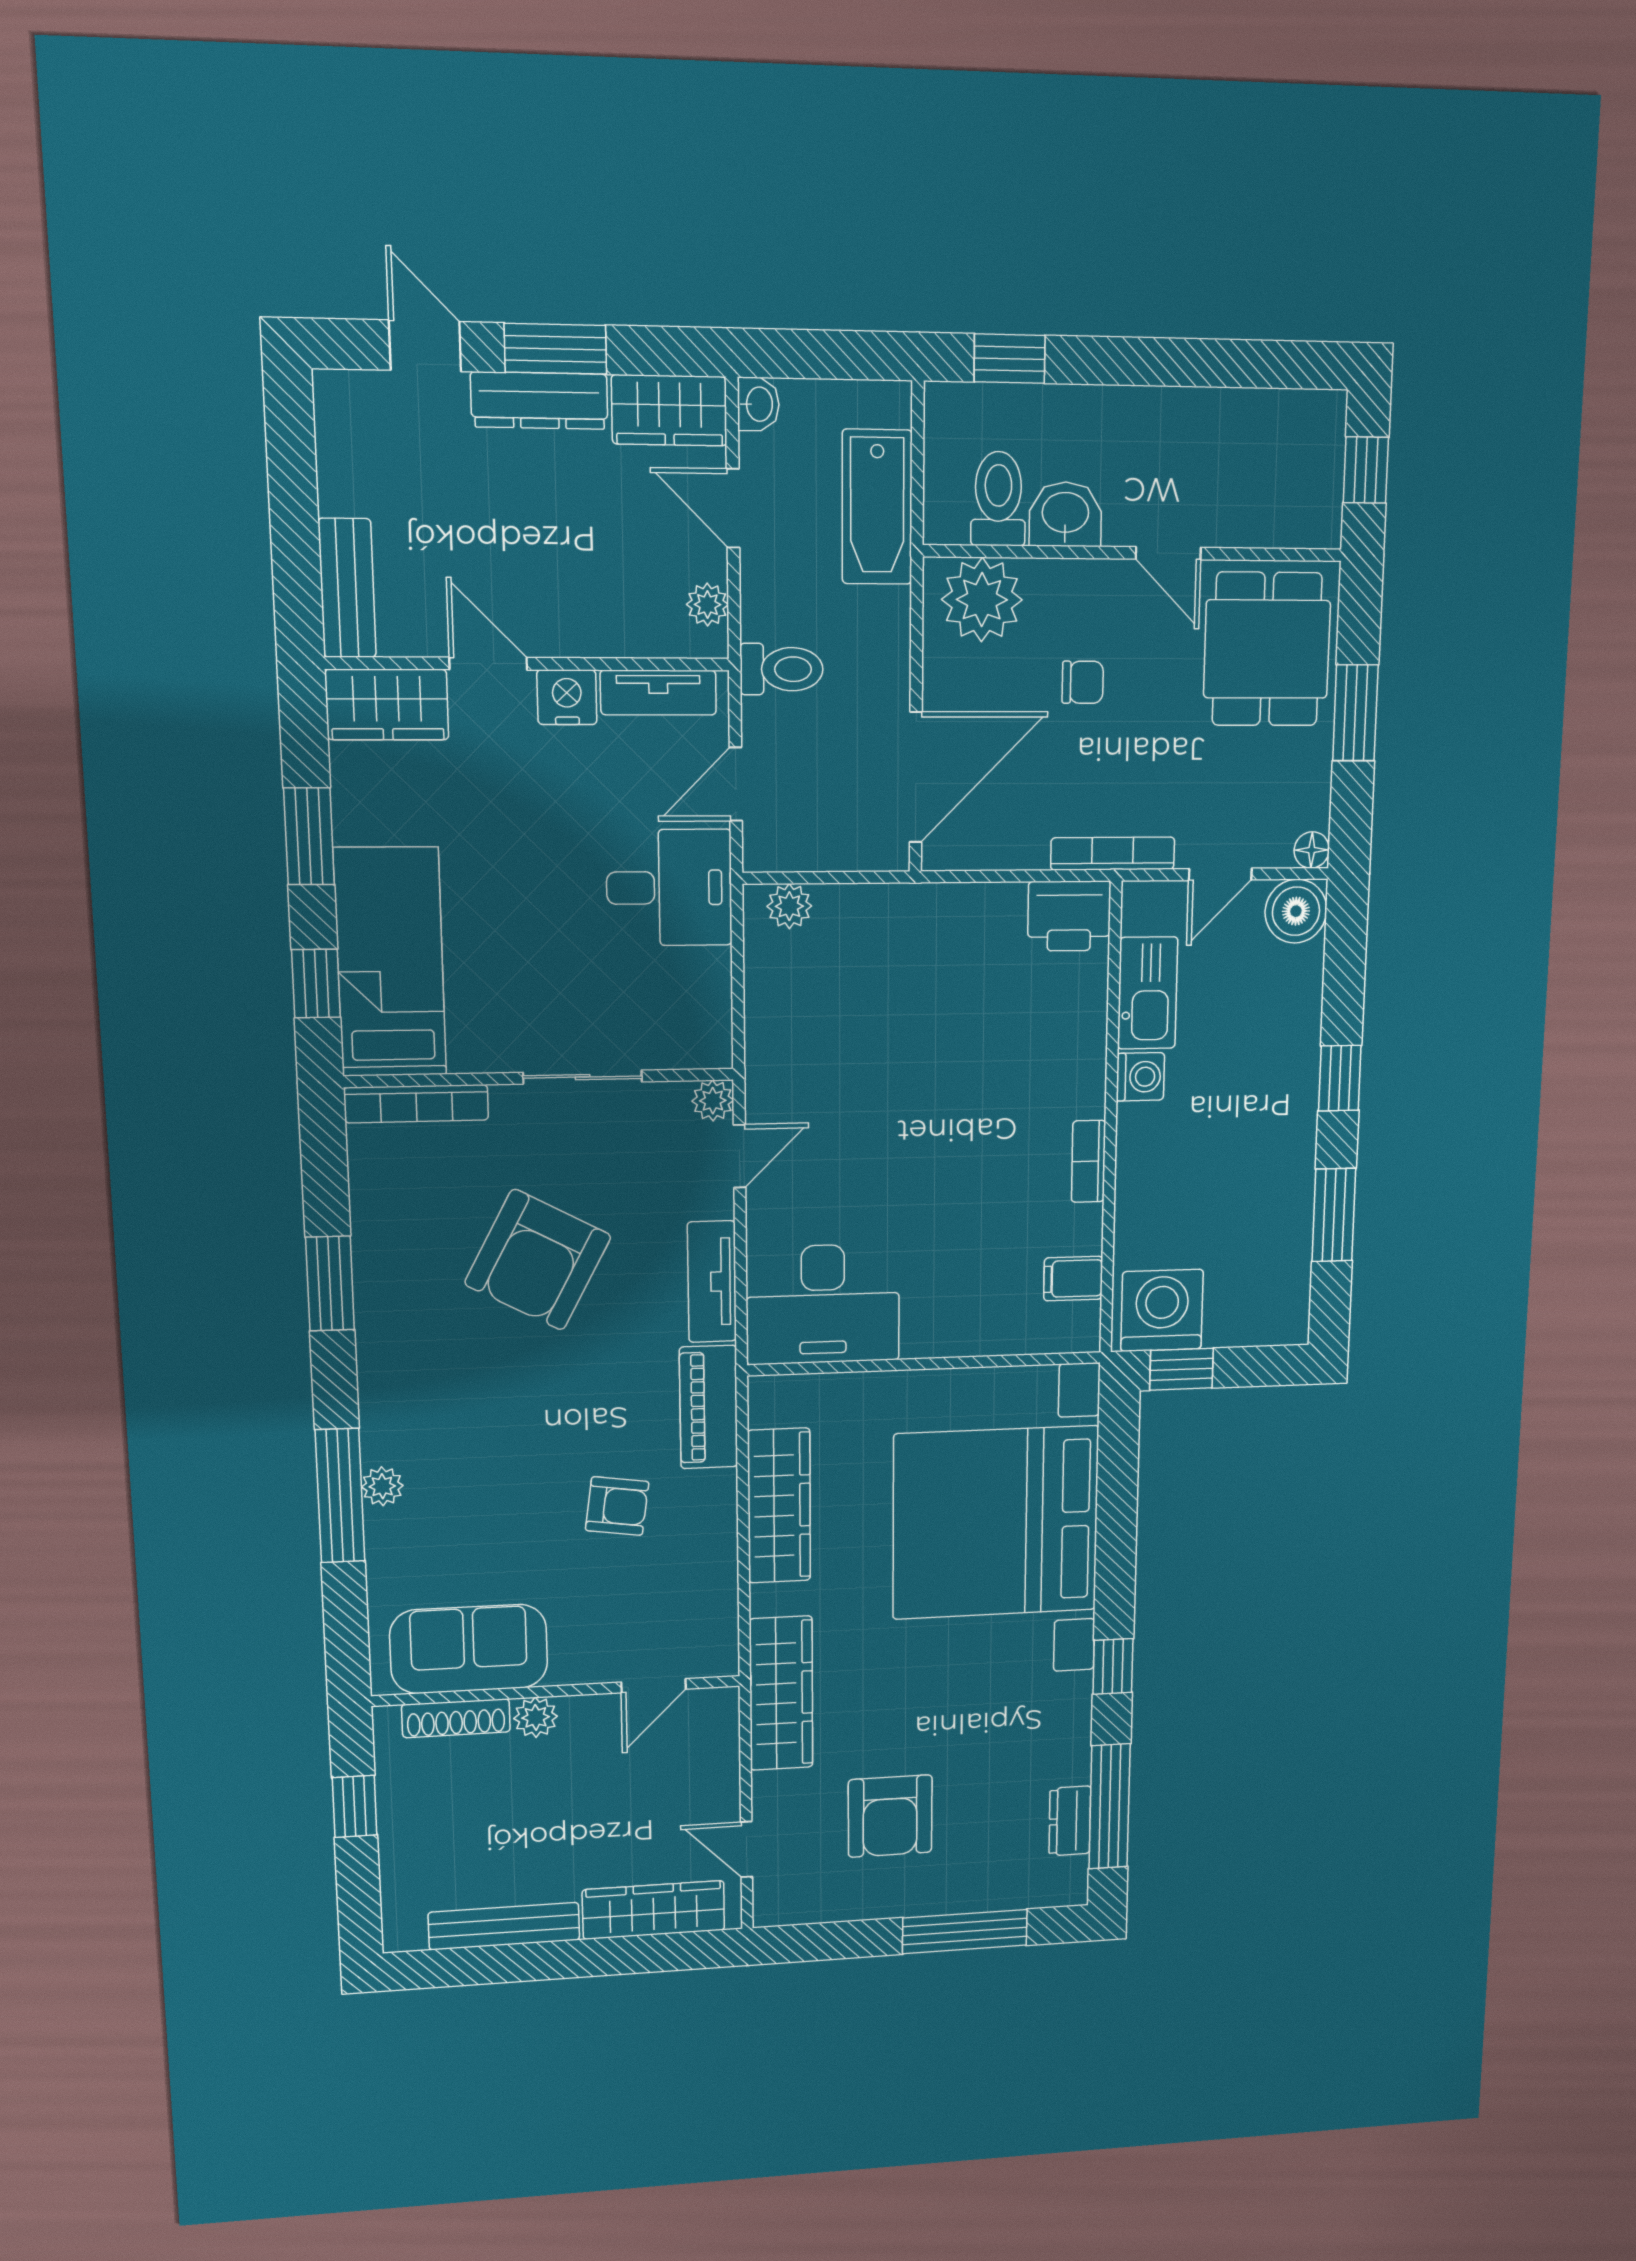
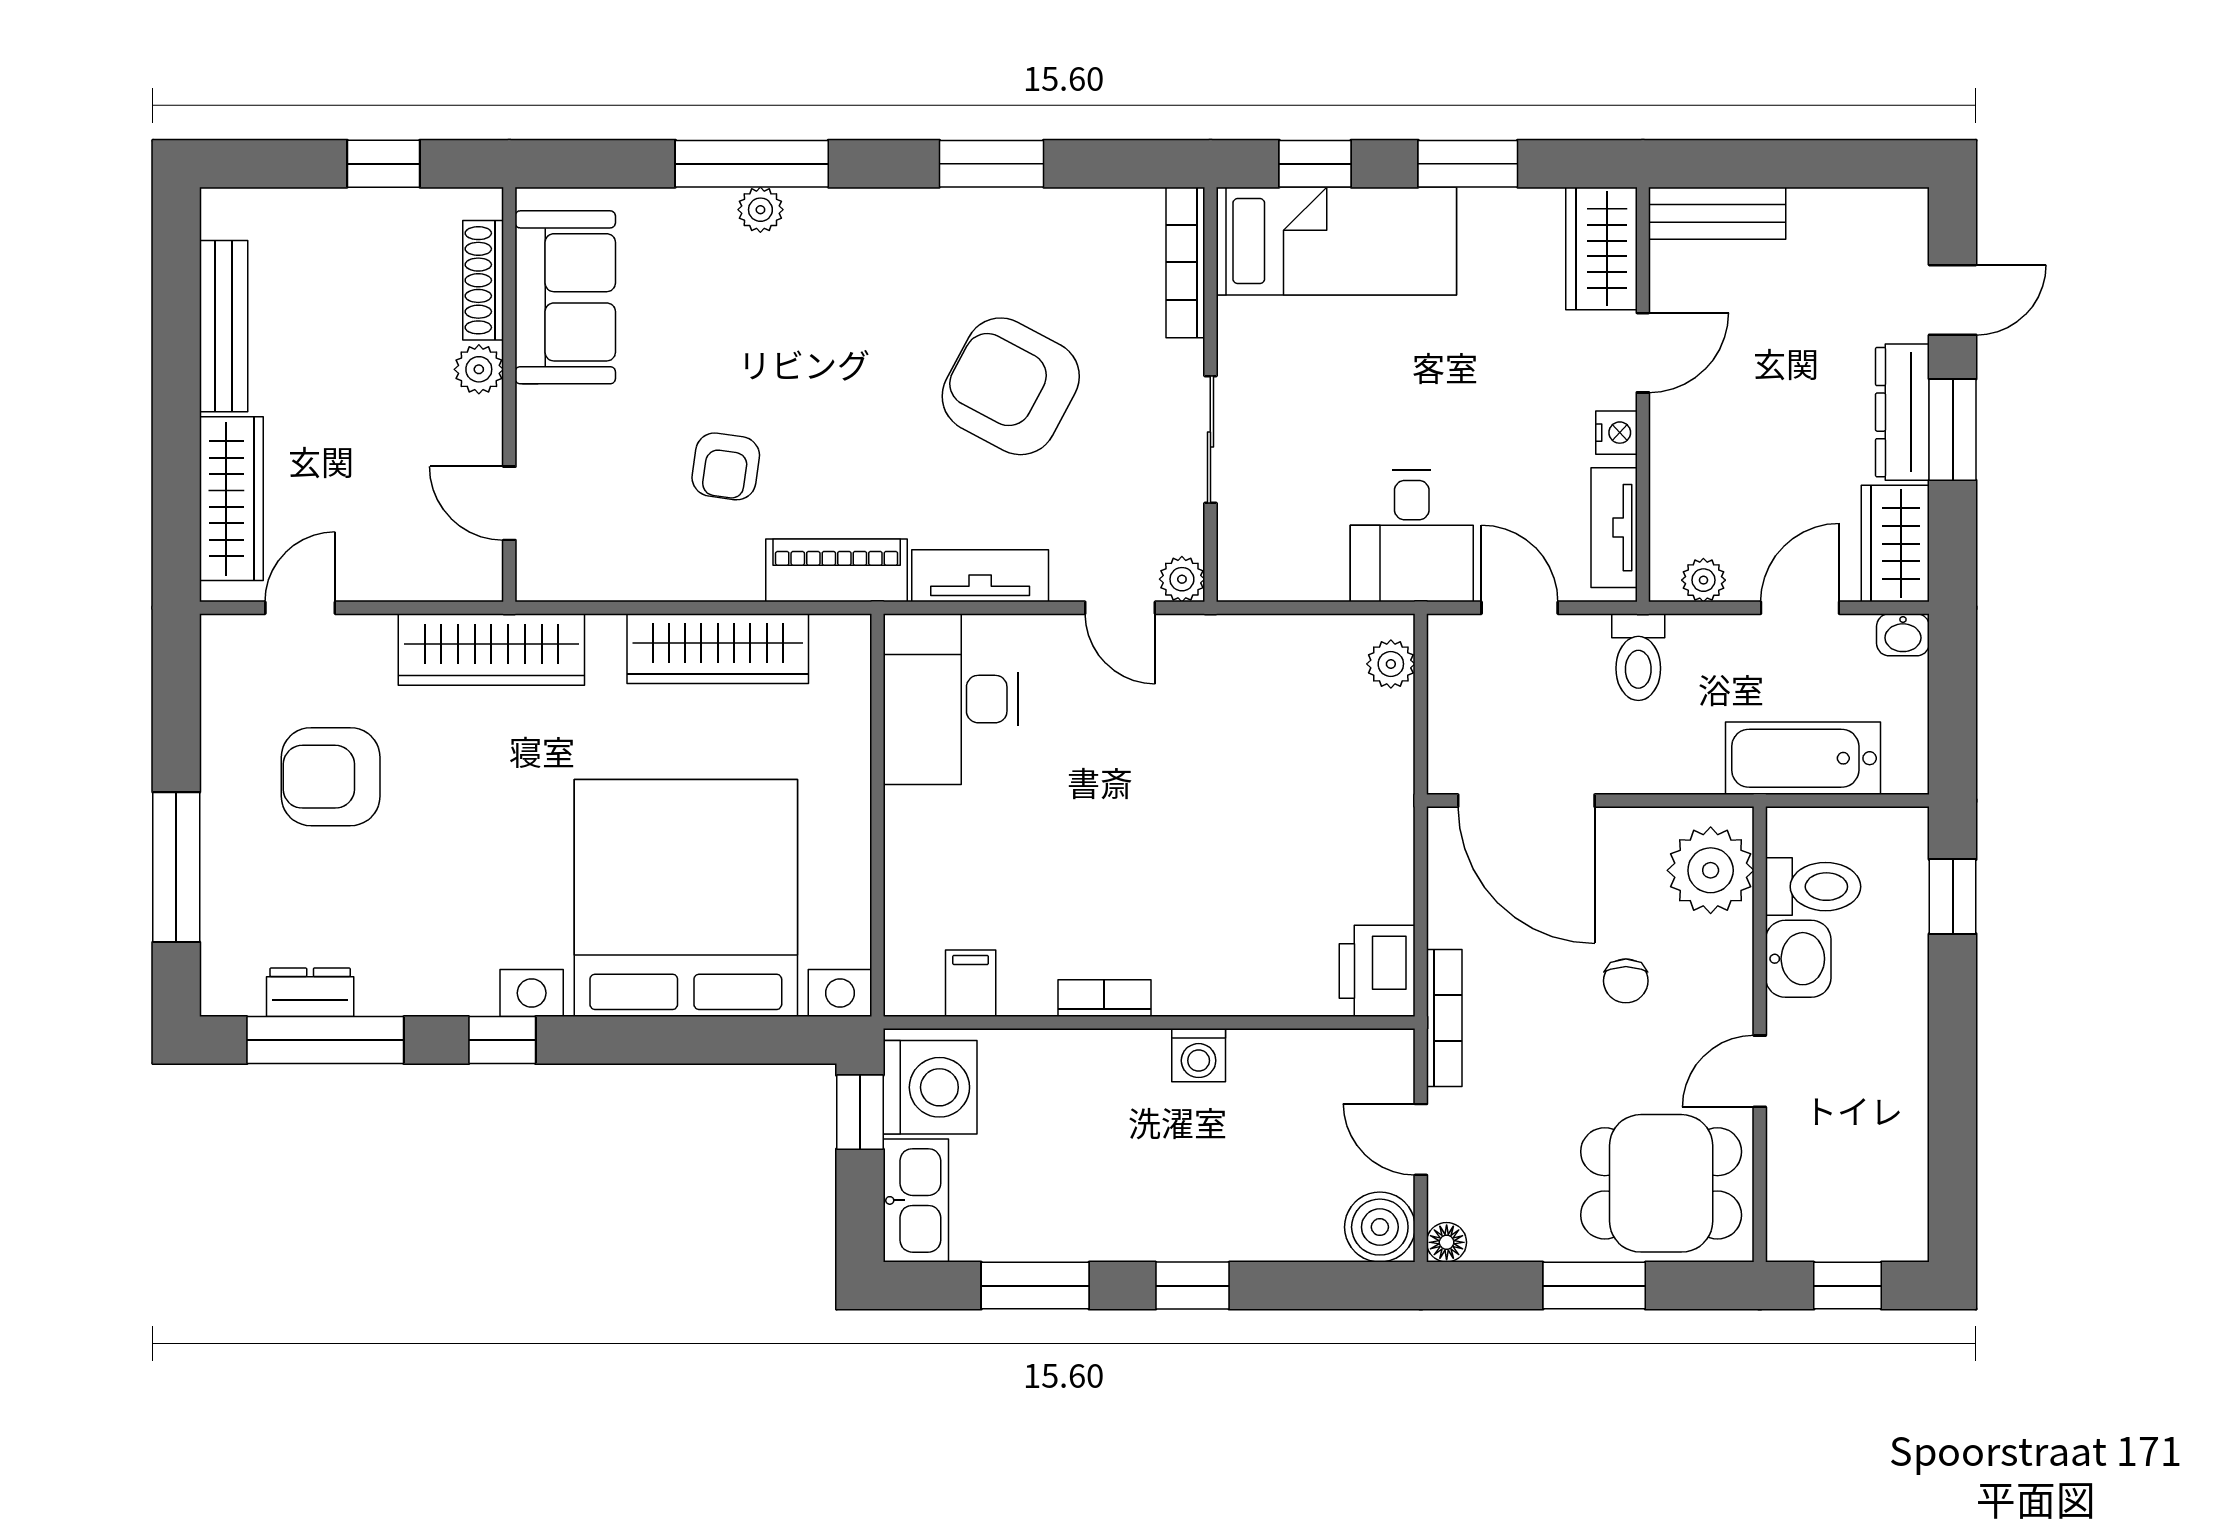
nightstand: (567, 697) -> (1616, 433), width x0.72, depth x0.74
kitchen sink: (1148, 993) -> (916, 1200), moved, turned -90

